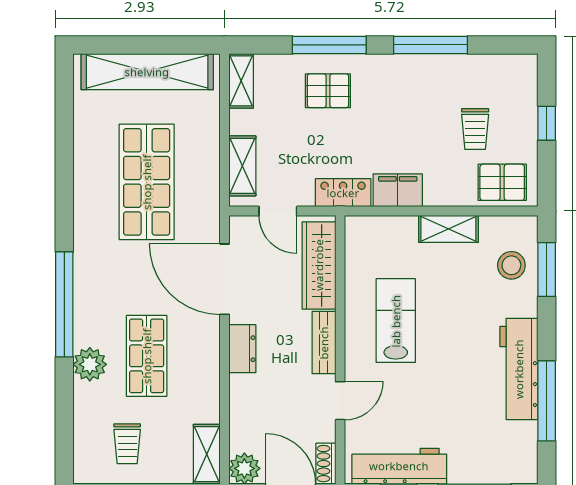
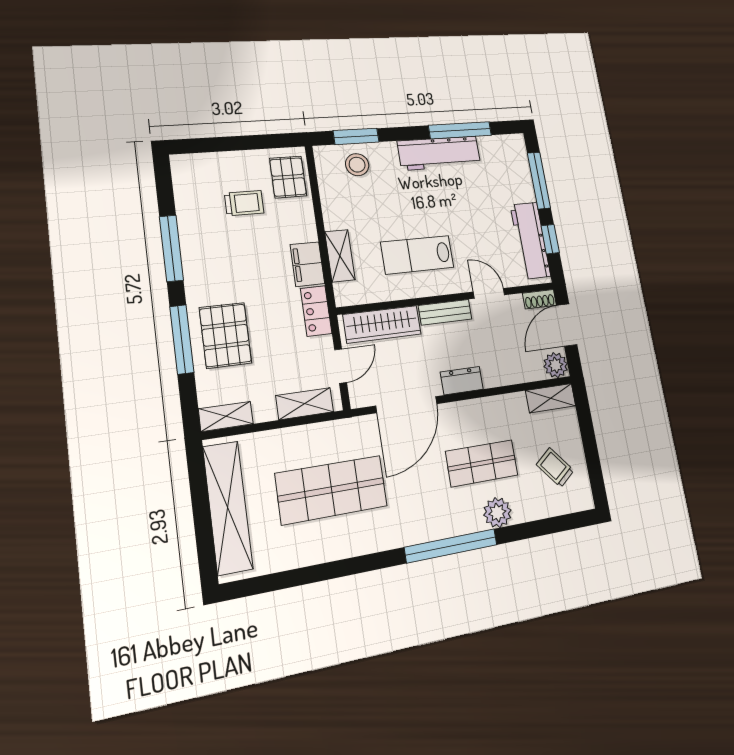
pallet: (328, 91) -> (225, 335), width x1.50, depth x1.42
window: (547, 123) -> (231, 144), removed
shelving: (448, 229) -> (340, 256), moved
trolley: (127, 444) -> (555, 468), turned -129

